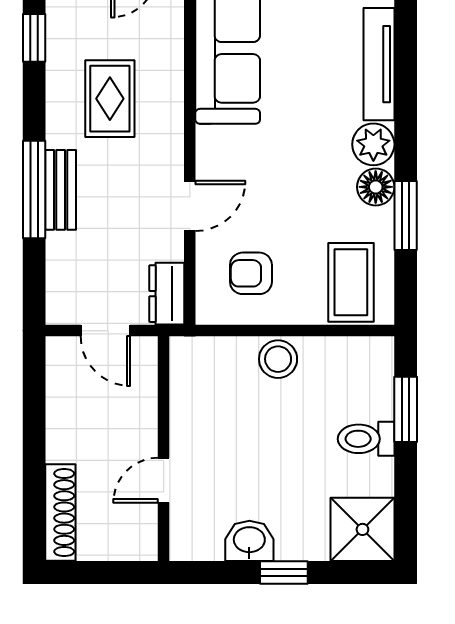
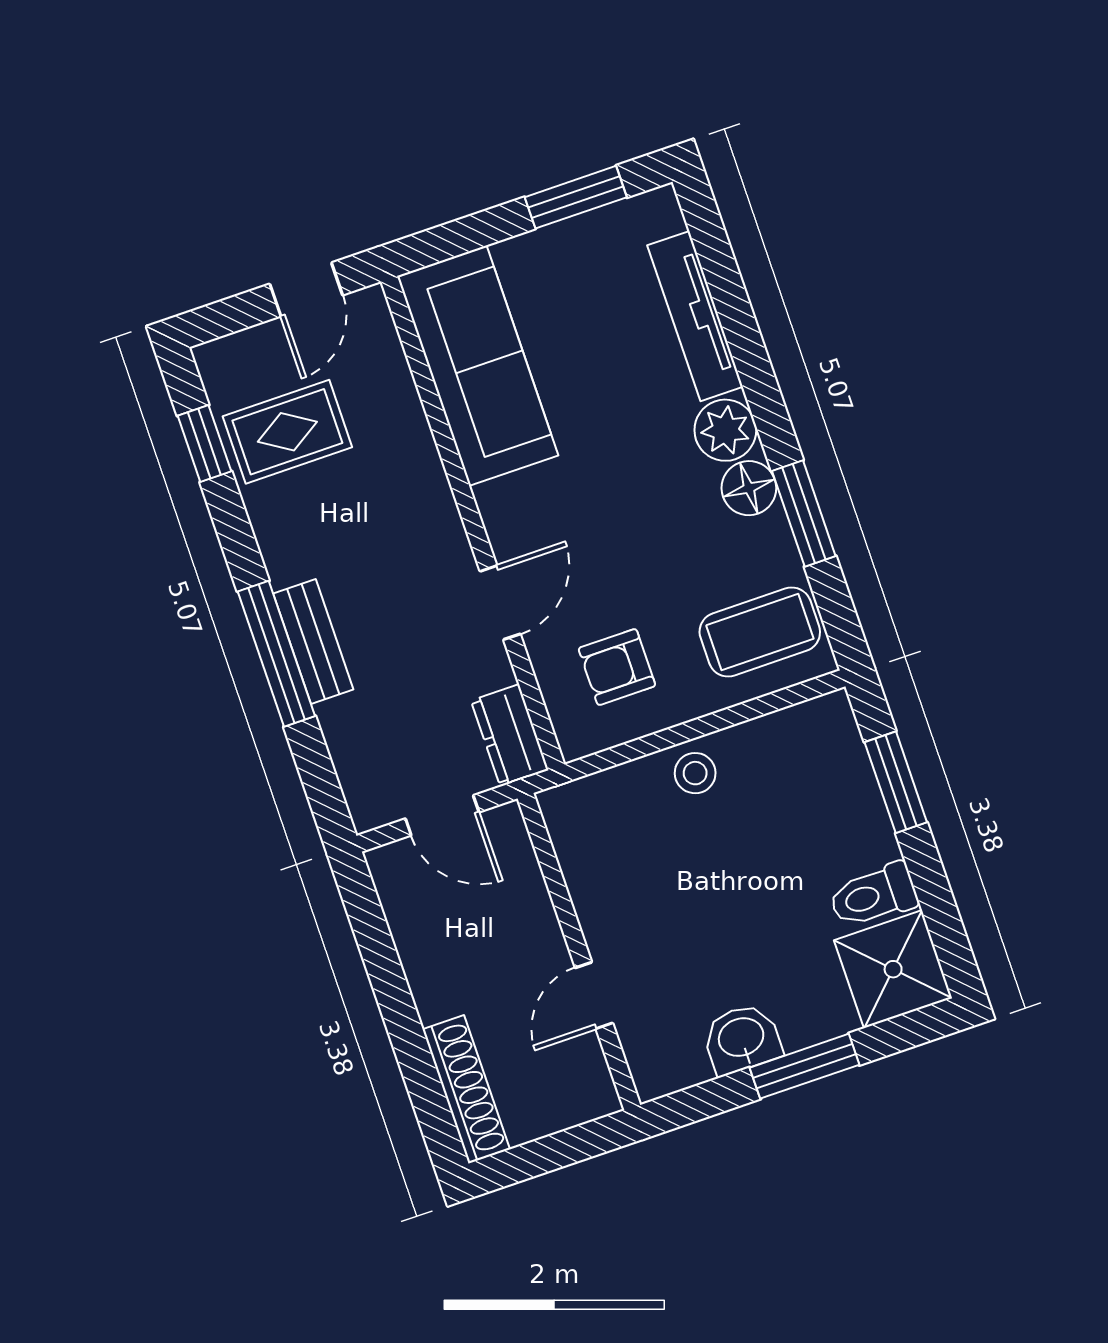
rug: (110, 99) -> (287, 432), moved, turned 90
coffee table: (351, 282) -> (760, 632), turned 90
stool: (278, 359) -> (695, 773), width x0.73, depth x0.73
toilet: (366, 439) -> (873, 895), moved
window: (284, 573) -> (804, 1066), width x1.50

